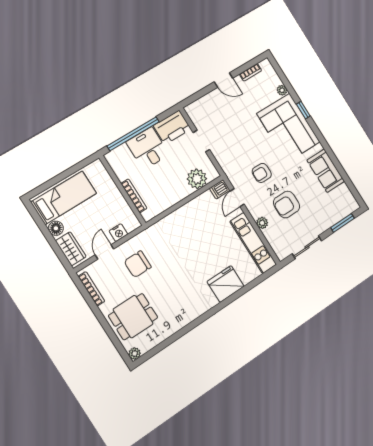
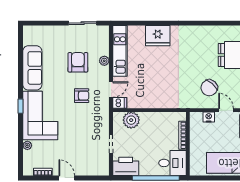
window: (303, 110) -> (21, 106), moved
desk: (148, 148) -> (172, 163), moved, turned -90
sofa: (326, 171) -> (32, 68), width x1.36
armchair: (287, 205) -> (78, 62), turned -90
window: (343, 223) -> (45, 23), removed
door: (105, 252) -> (226, 110), swing flipped
chair: (138, 264) -> (209, 88), turned 131

